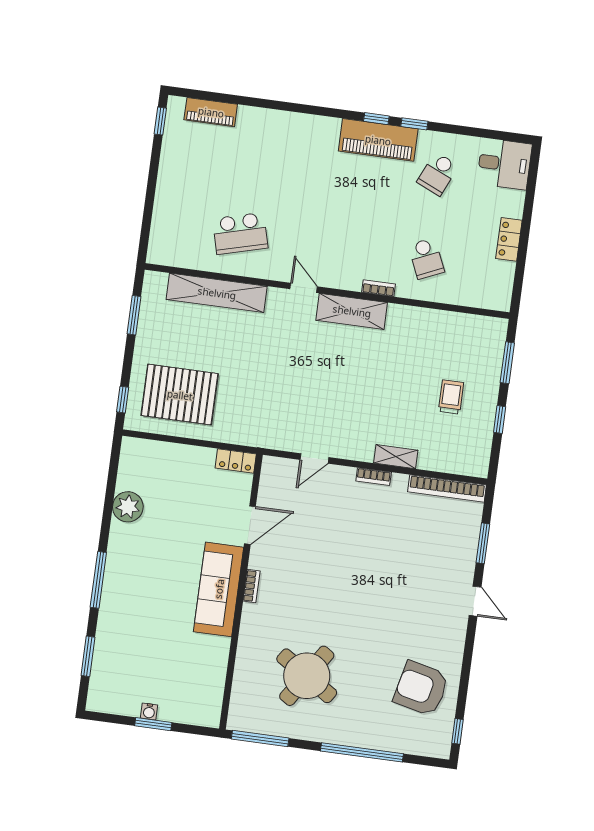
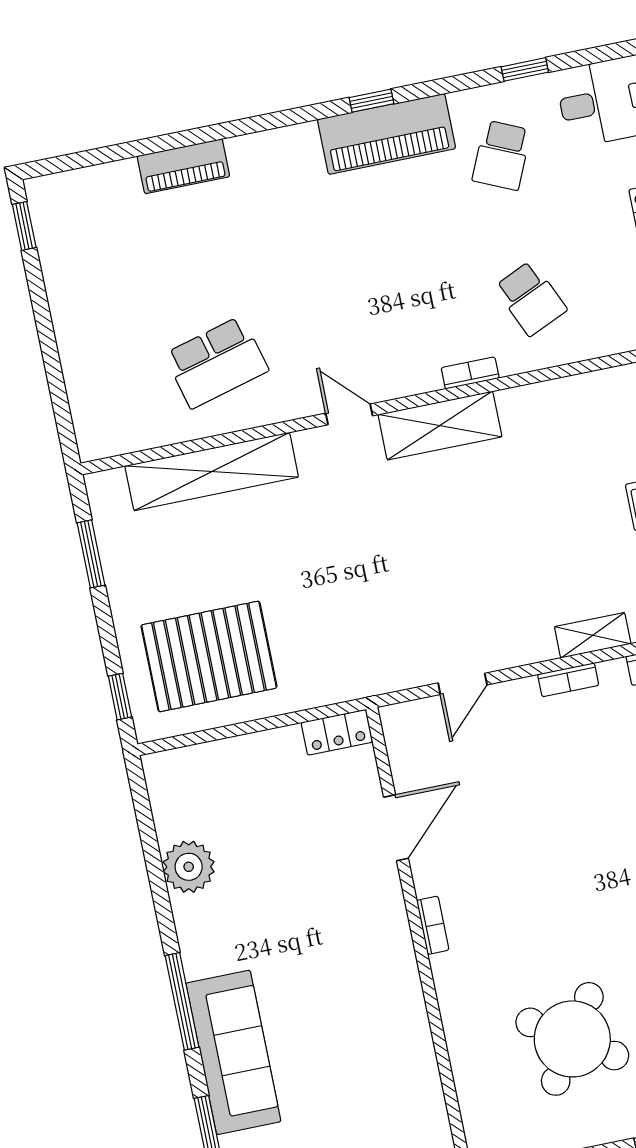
piano: (211, 112) -> (183, 166), moved
window: (414, 124) -> (525, 69), moved
sofa: (219, 589) -> (233, 1052), moved, turned 180

